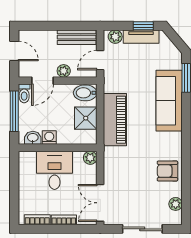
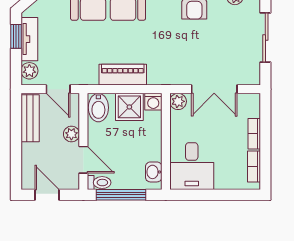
door: (14, 51) -> (47, 195), hinge flipped
piano: (115, 120) -> (123, 75), width x0.73, depth x0.75
washing machine: (49, 138) -> (153, 102), moved, turned -90
desk: (54, 170) -> (192, 166), moved, turned -90
double door: (100, 203) -> (214, 89), moved

